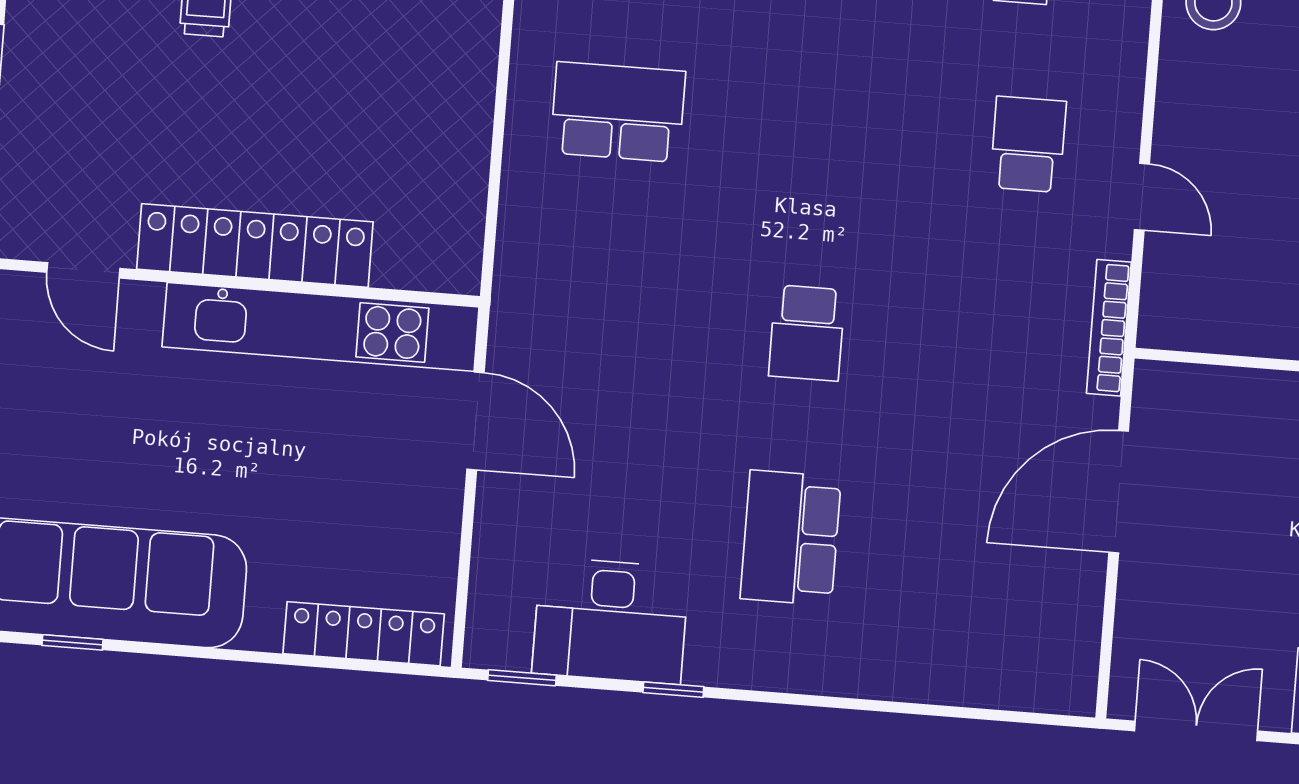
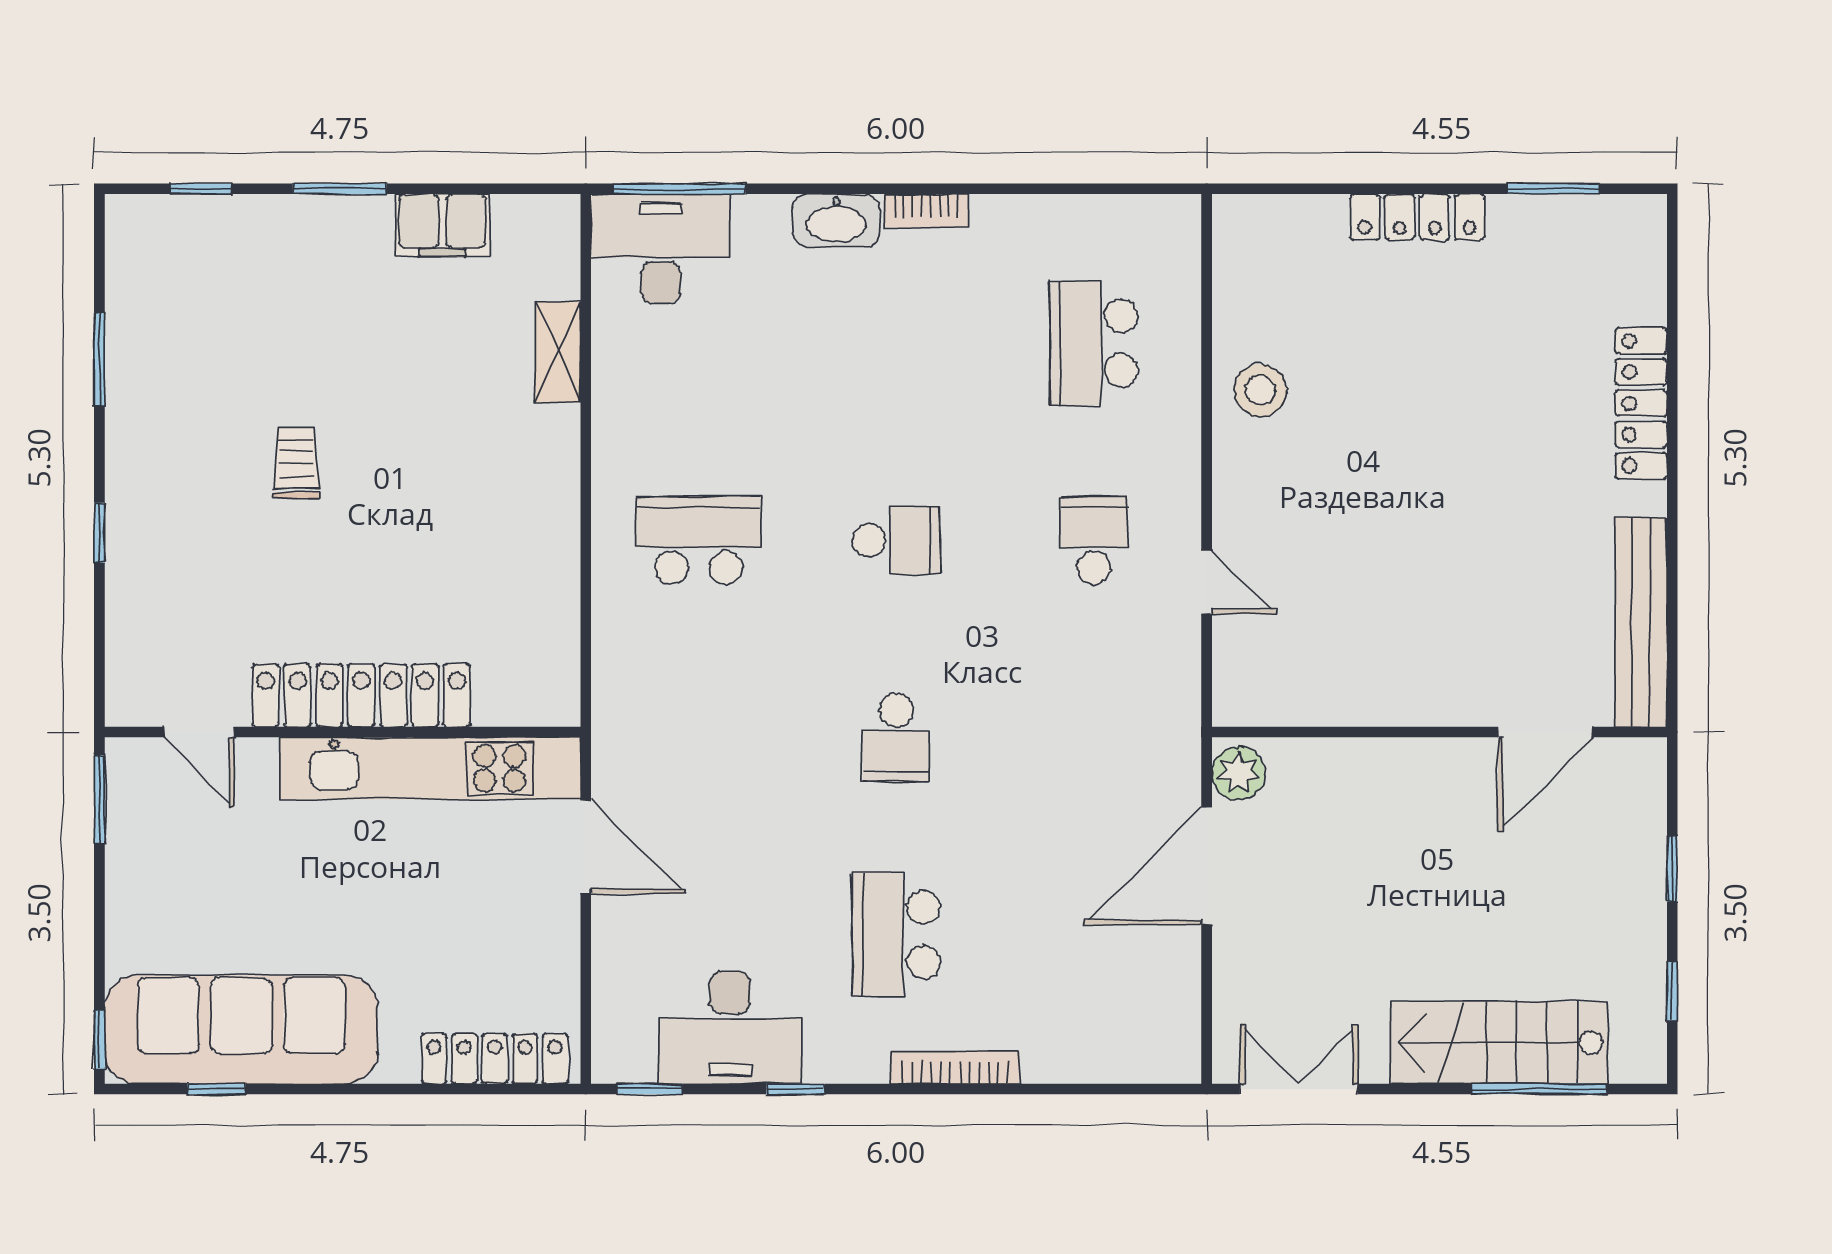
school desk: (823, 128) -> (896, 540), added
bookcase: (1109, 328) -> (955, 1067), moved, turned 90
plant: (1159, 398) -> (1238, 773), added

